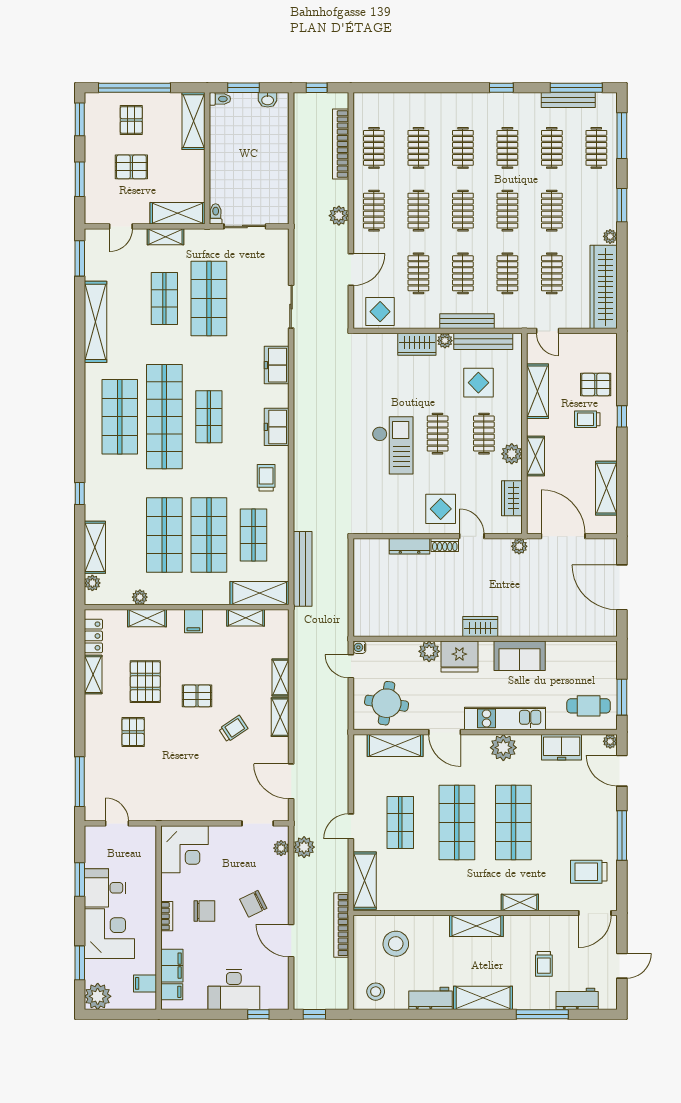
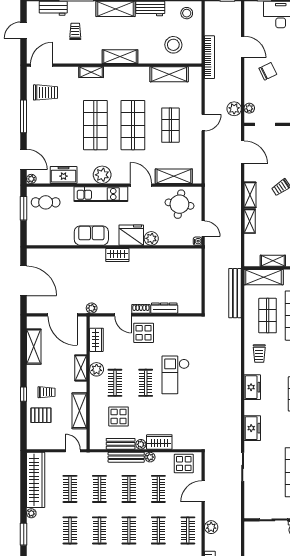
plant: (431, 321) -> (150, 457), added
bench: (483, 341) -> (121, 444), width x0.73
shelving: (365, 881) -> (169, 74), moved, turned 90

